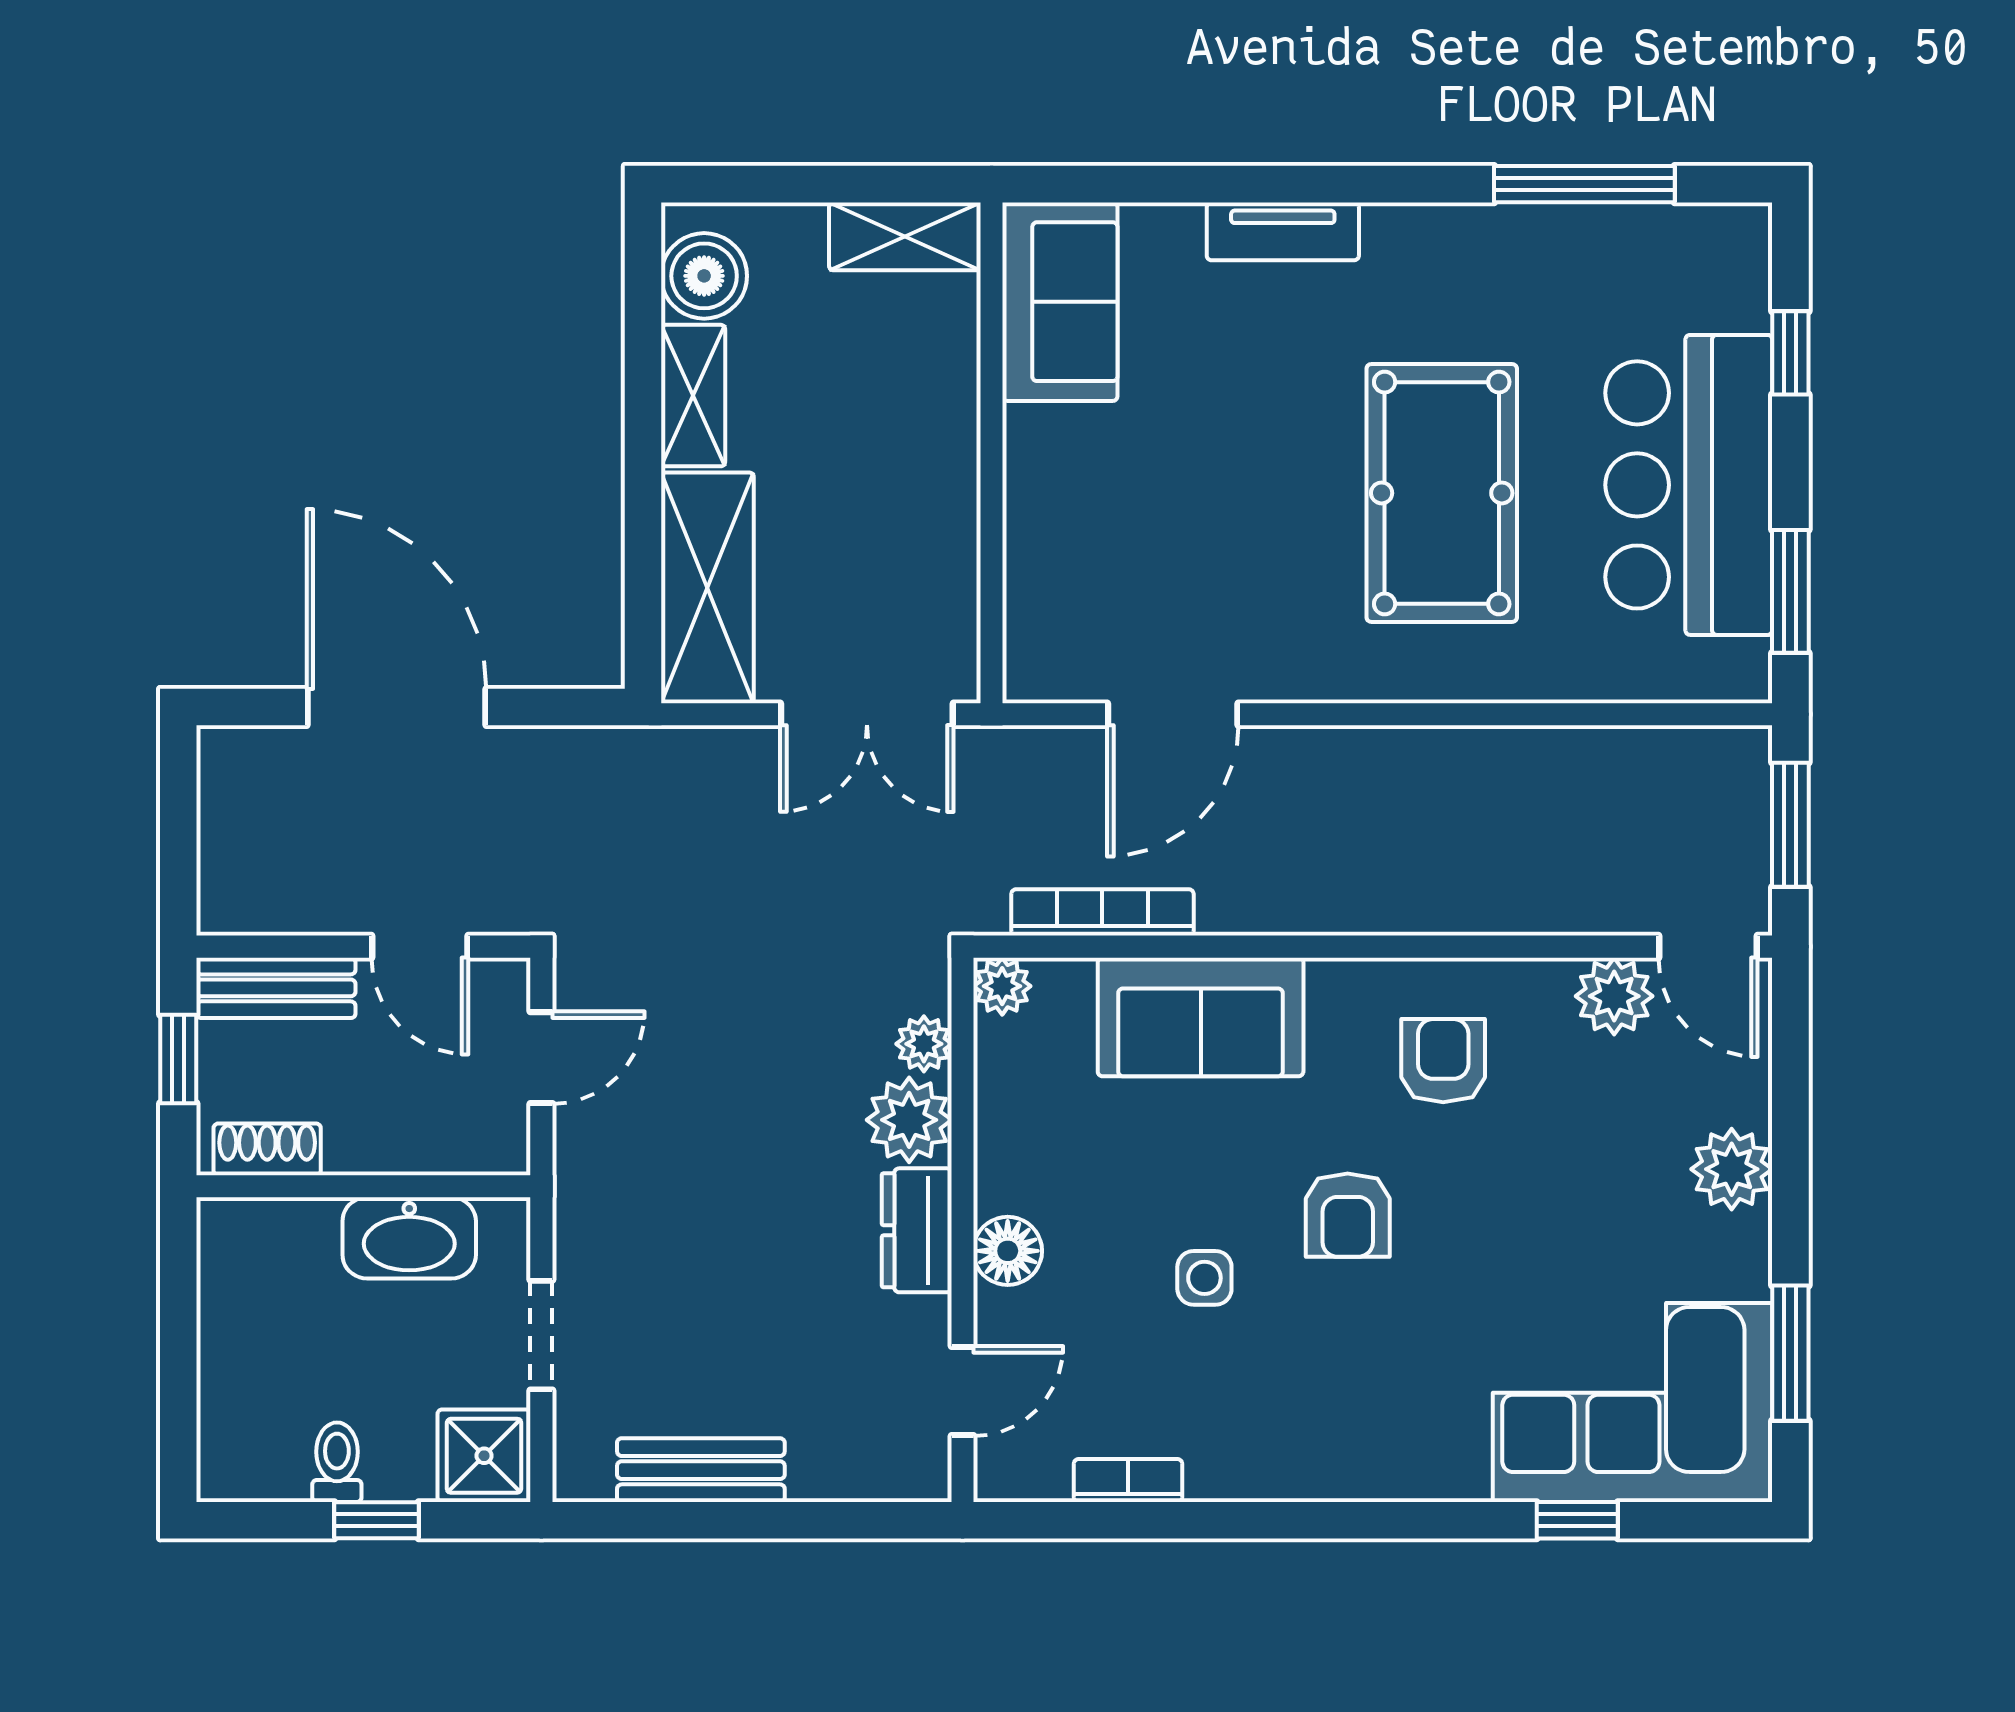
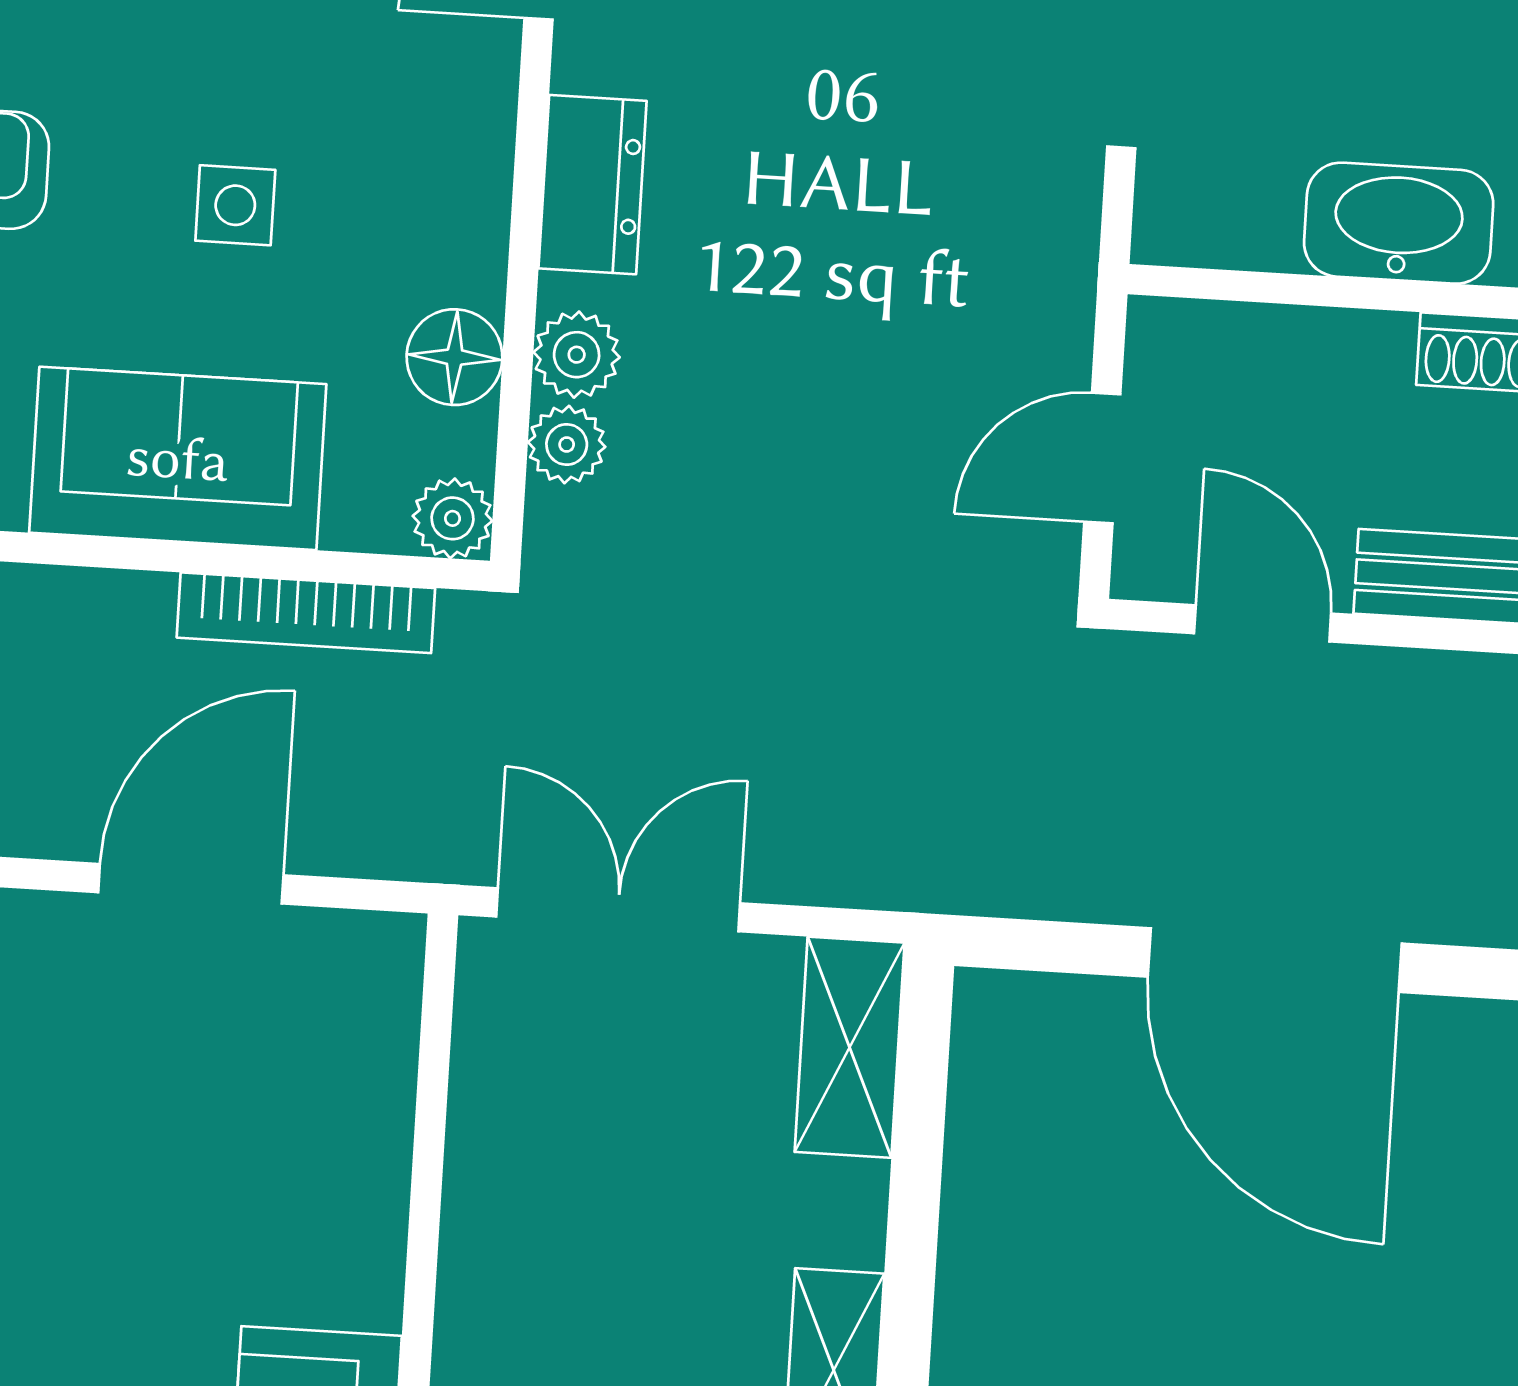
shelving: (707, 588) -> (850, 1047), width x0.67, depth x0.75
plant: (909, 1120) -> (577, 355), width x0.73, depth x0.73
washbasin: (409, 1238) -> (1399, 223), moved
floor lamp: (1008, 1251) -> (454, 357), moved
side table: (1204, 1278) -> (235, 205), moved

